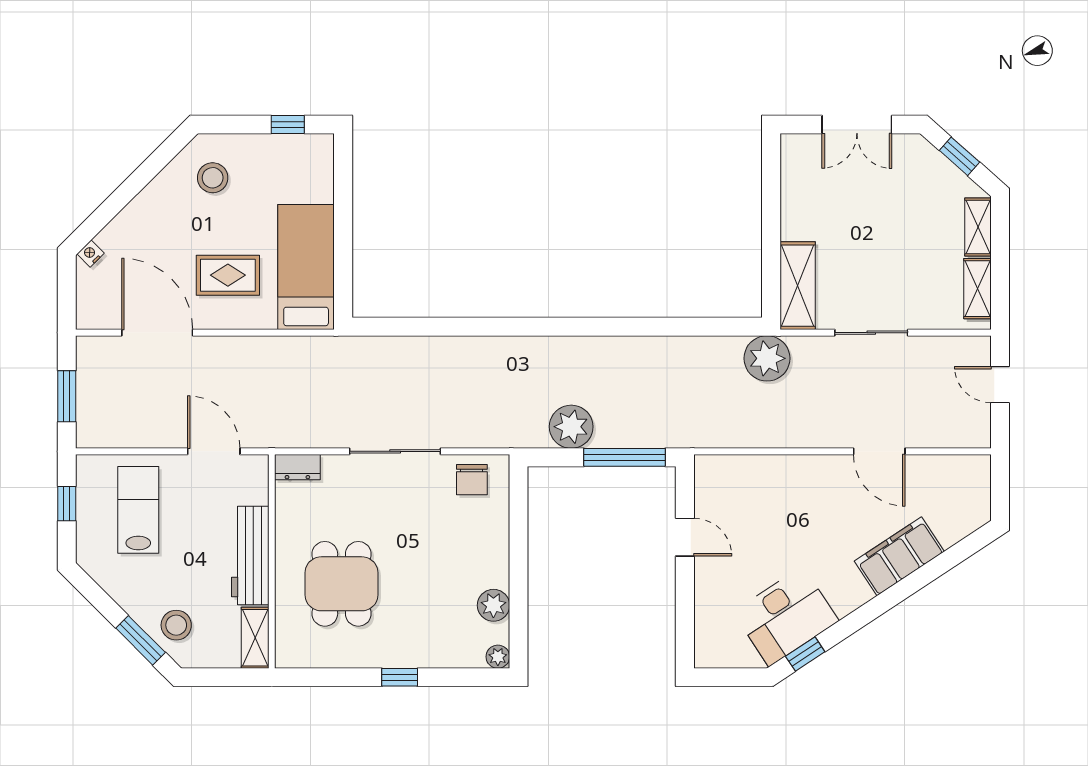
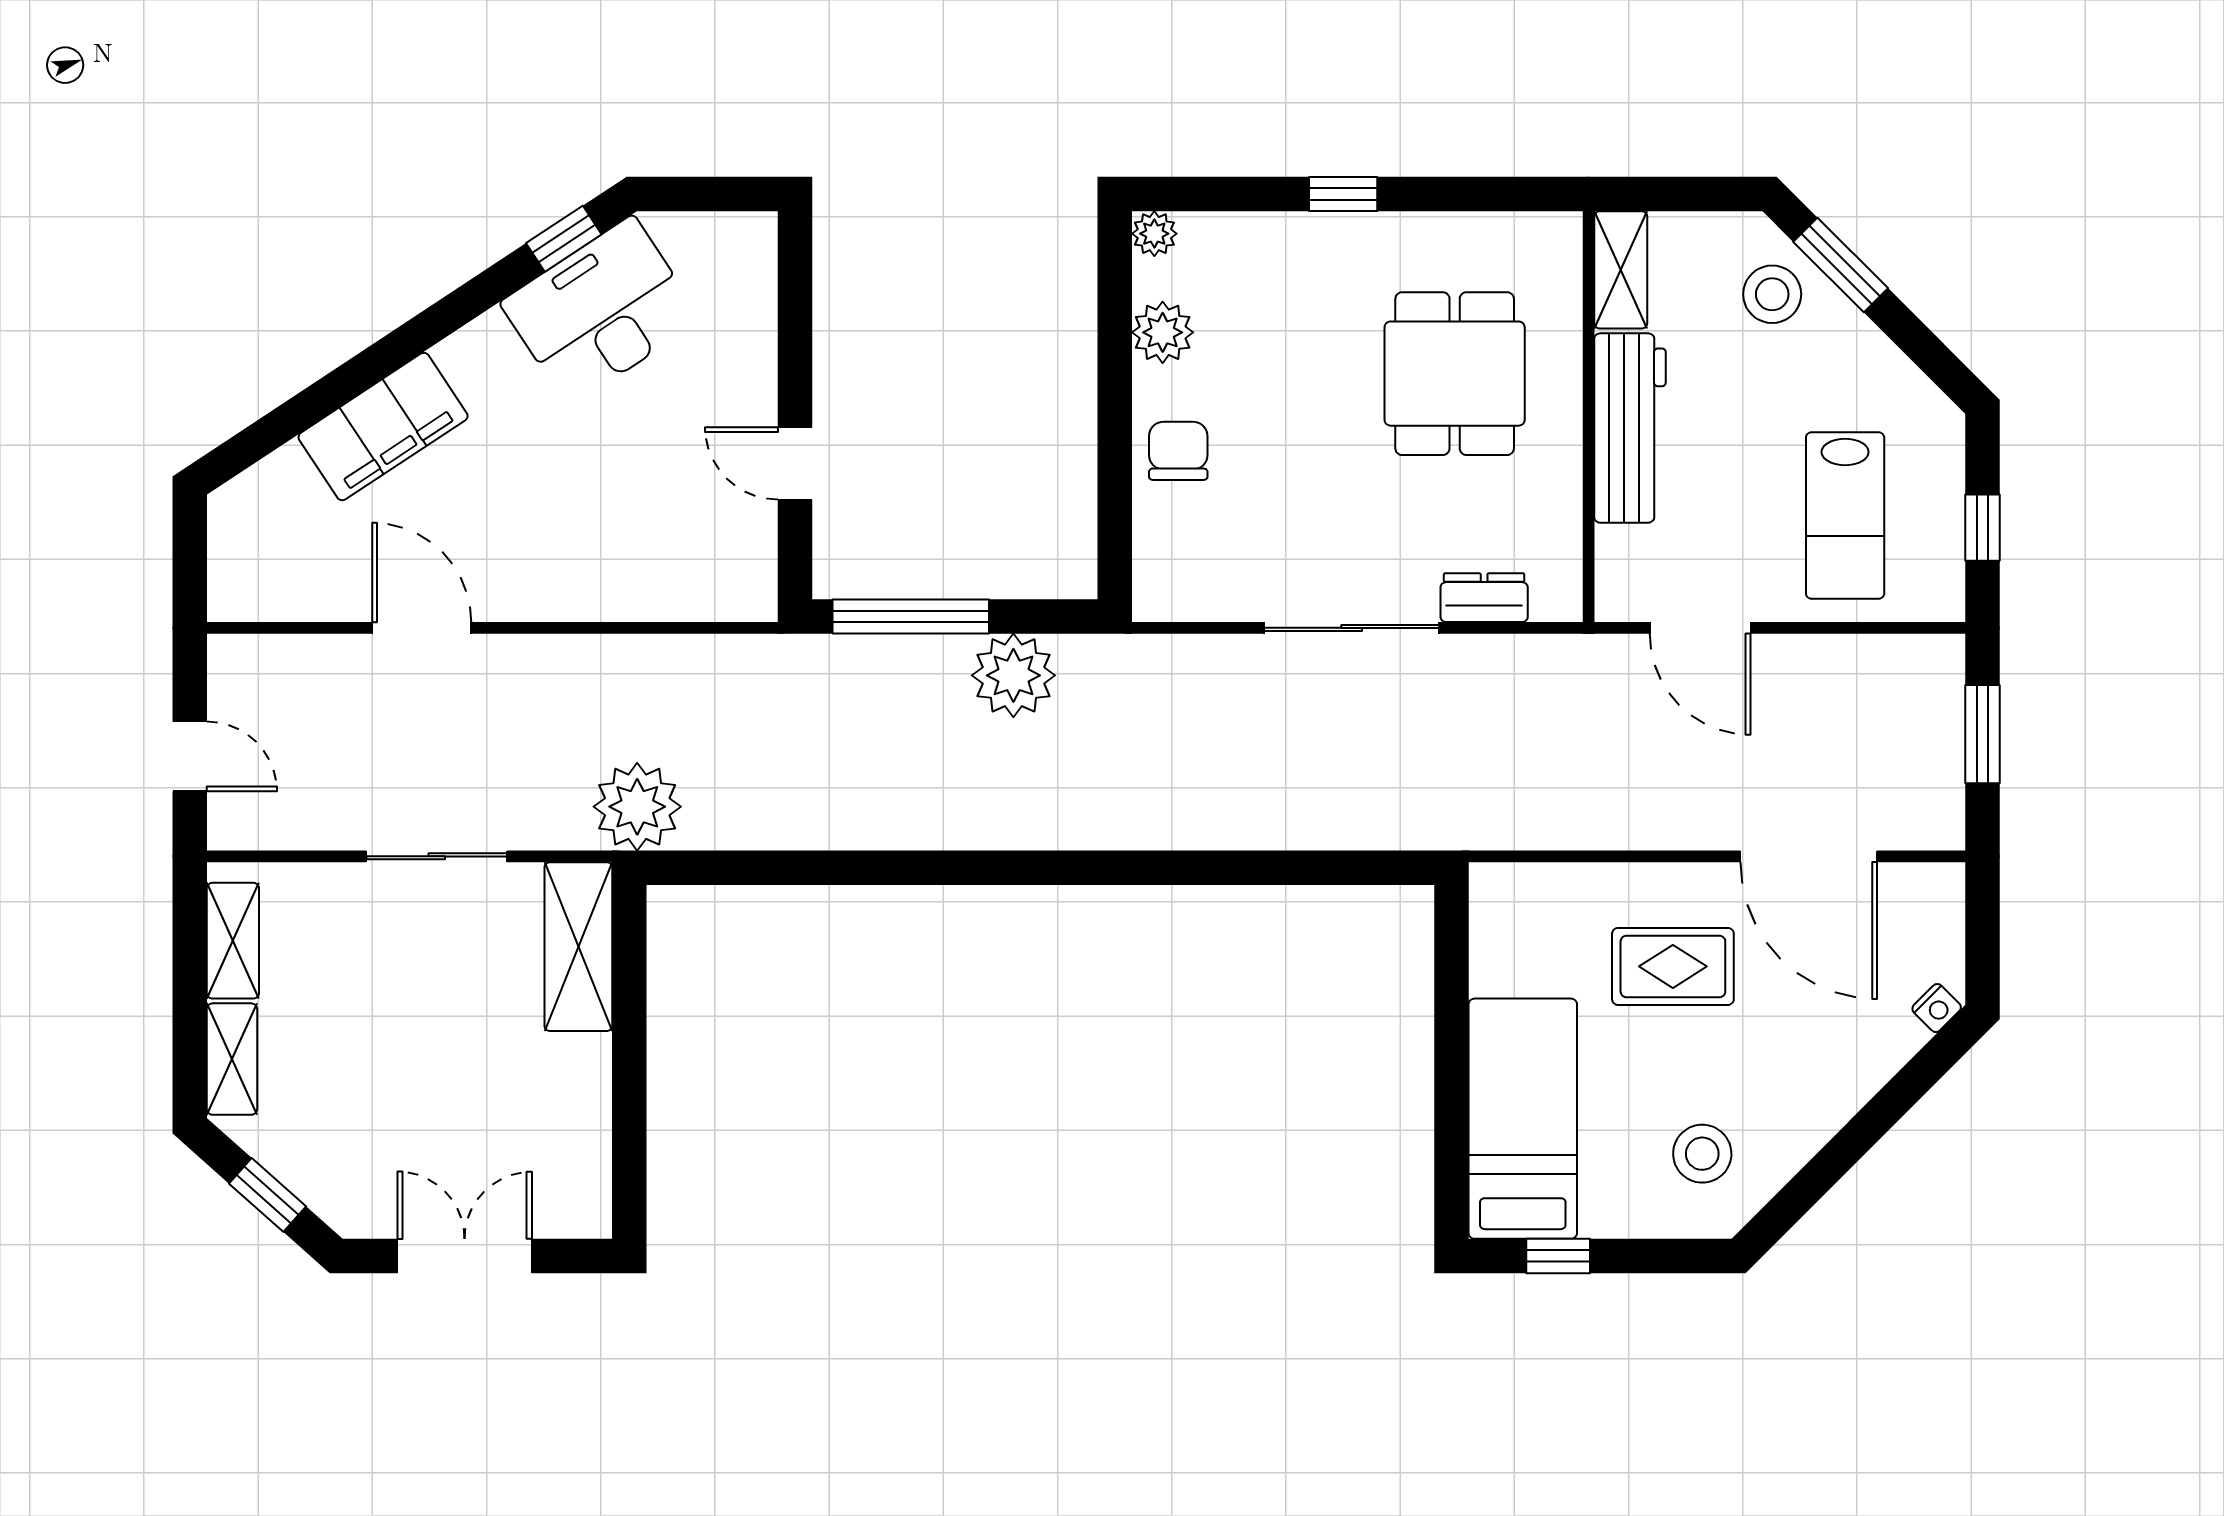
bed: (306, 267) -> (1523, 1119), moved, turned 180
dresser: (297, 467) -> (1484, 598), moved
chair: (472, 480) -> (1178, 451), moved

